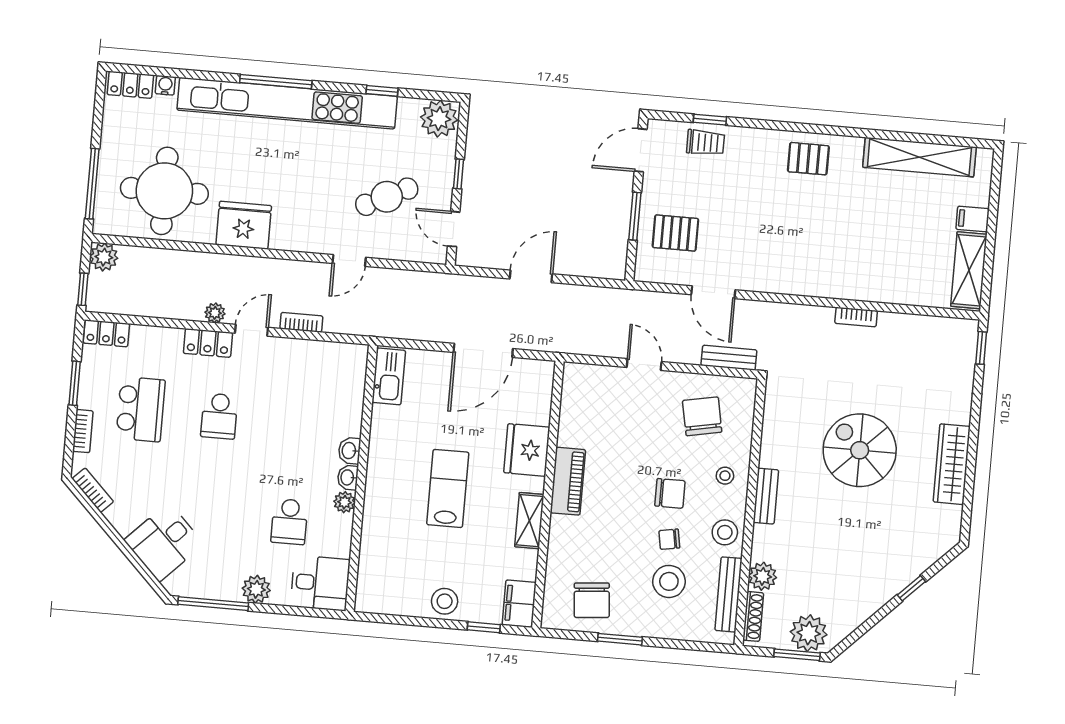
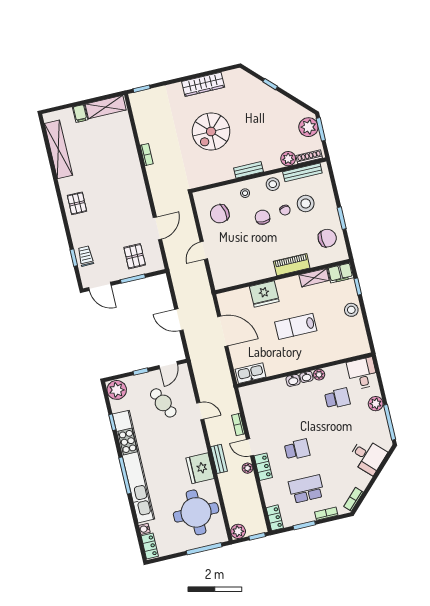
bench: (729, 358) -> (219, 459), moved
piano: (568, 481) -> (292, 265), moved
shelving: (529, 521) -> (314, 278), moved

